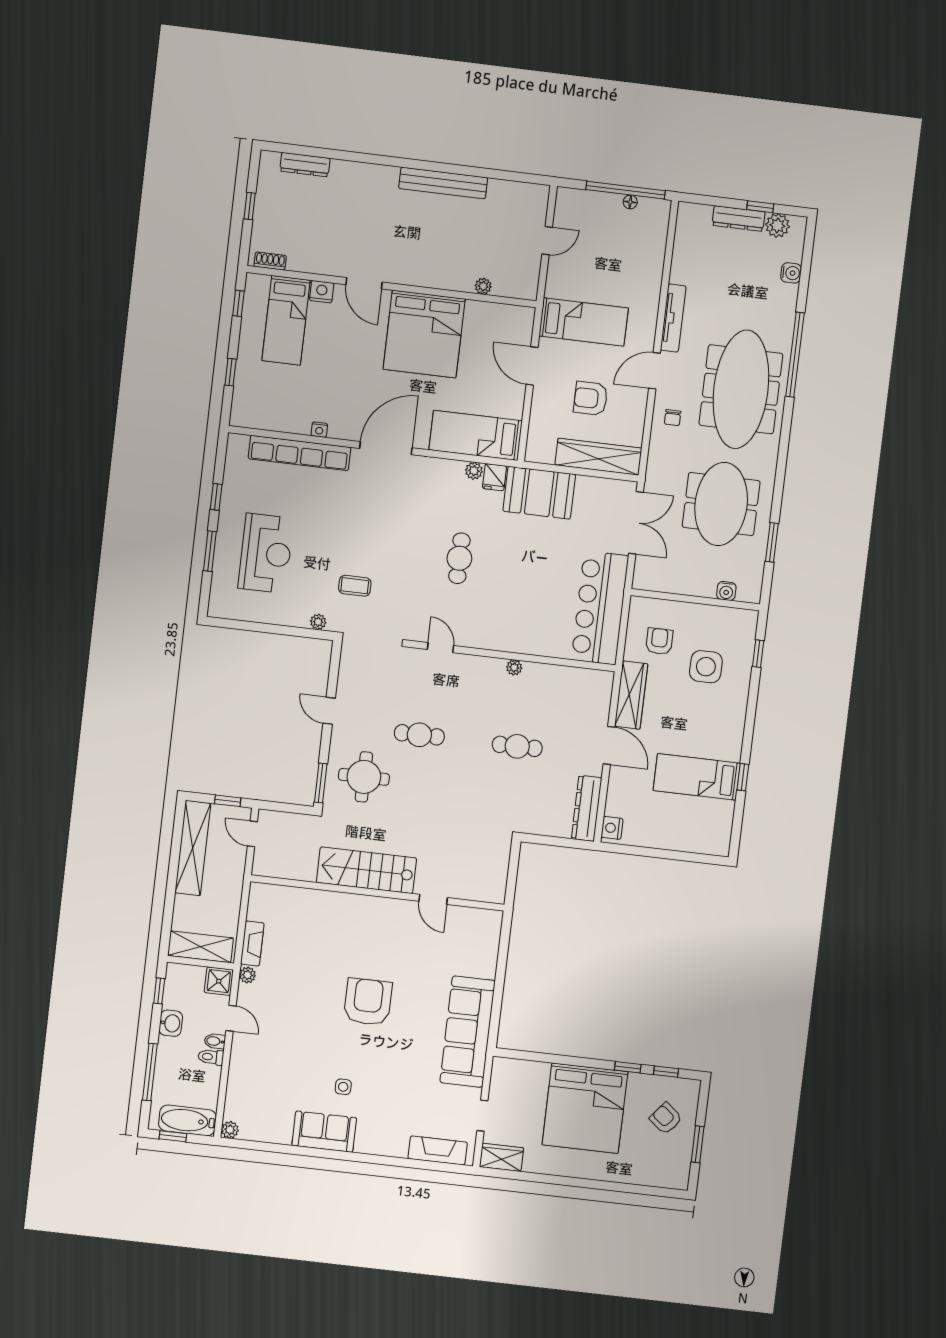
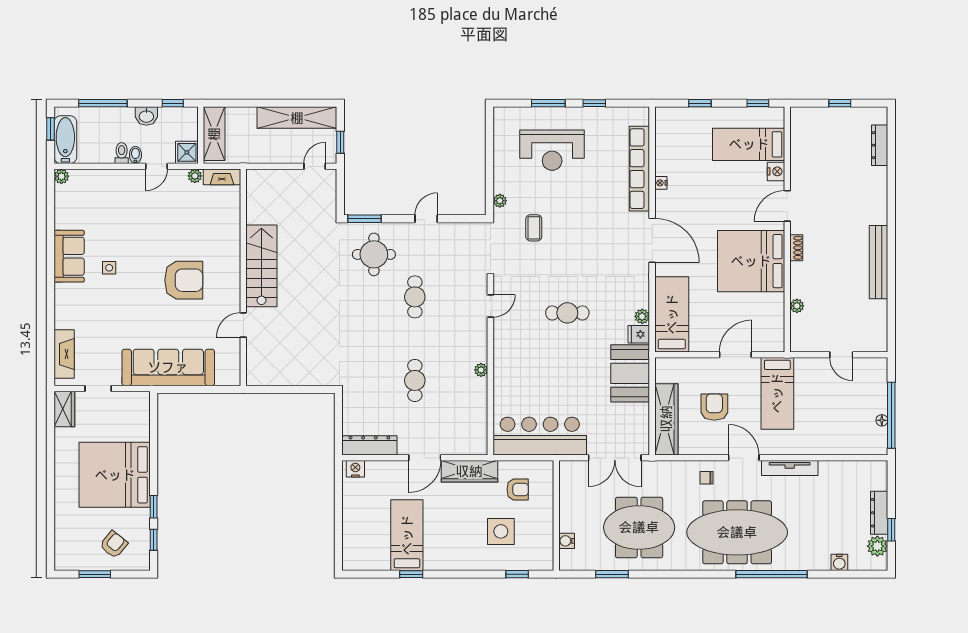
shoe rack: (270, 261) -> (796, 248), moved
stairs: (366, 870) -> (261, 266), moved
wall: (377, 893) -> (243, 277), moved
door: (433, 899) -> (243, 325), moved

